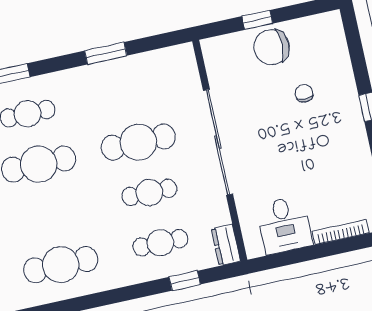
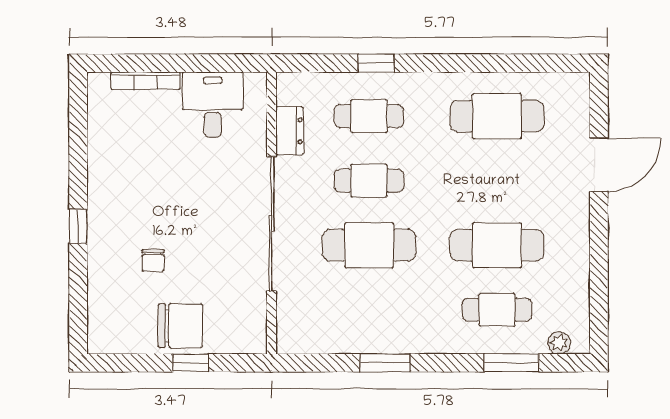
dresser: (226, 245) -> (289, 131), moved
window: (185, 281) -> (376, 63), moved

